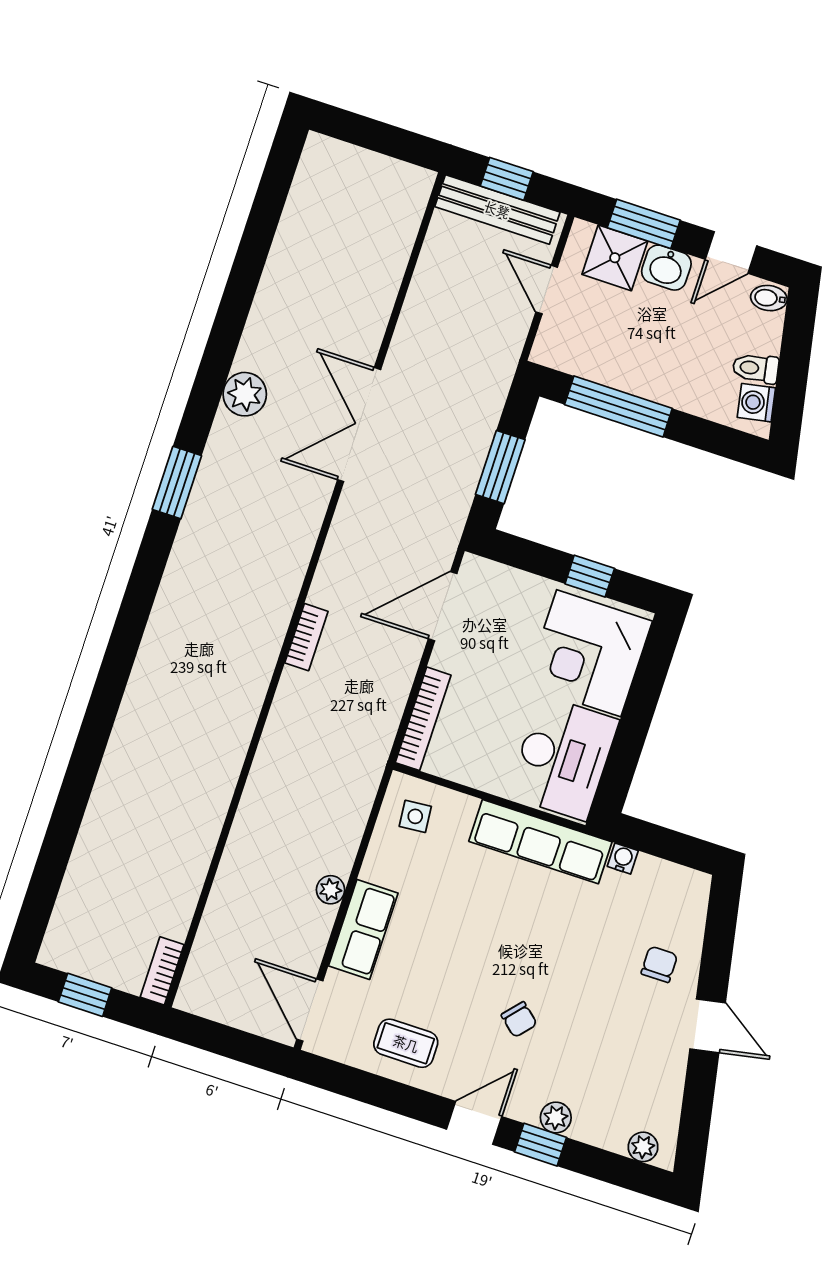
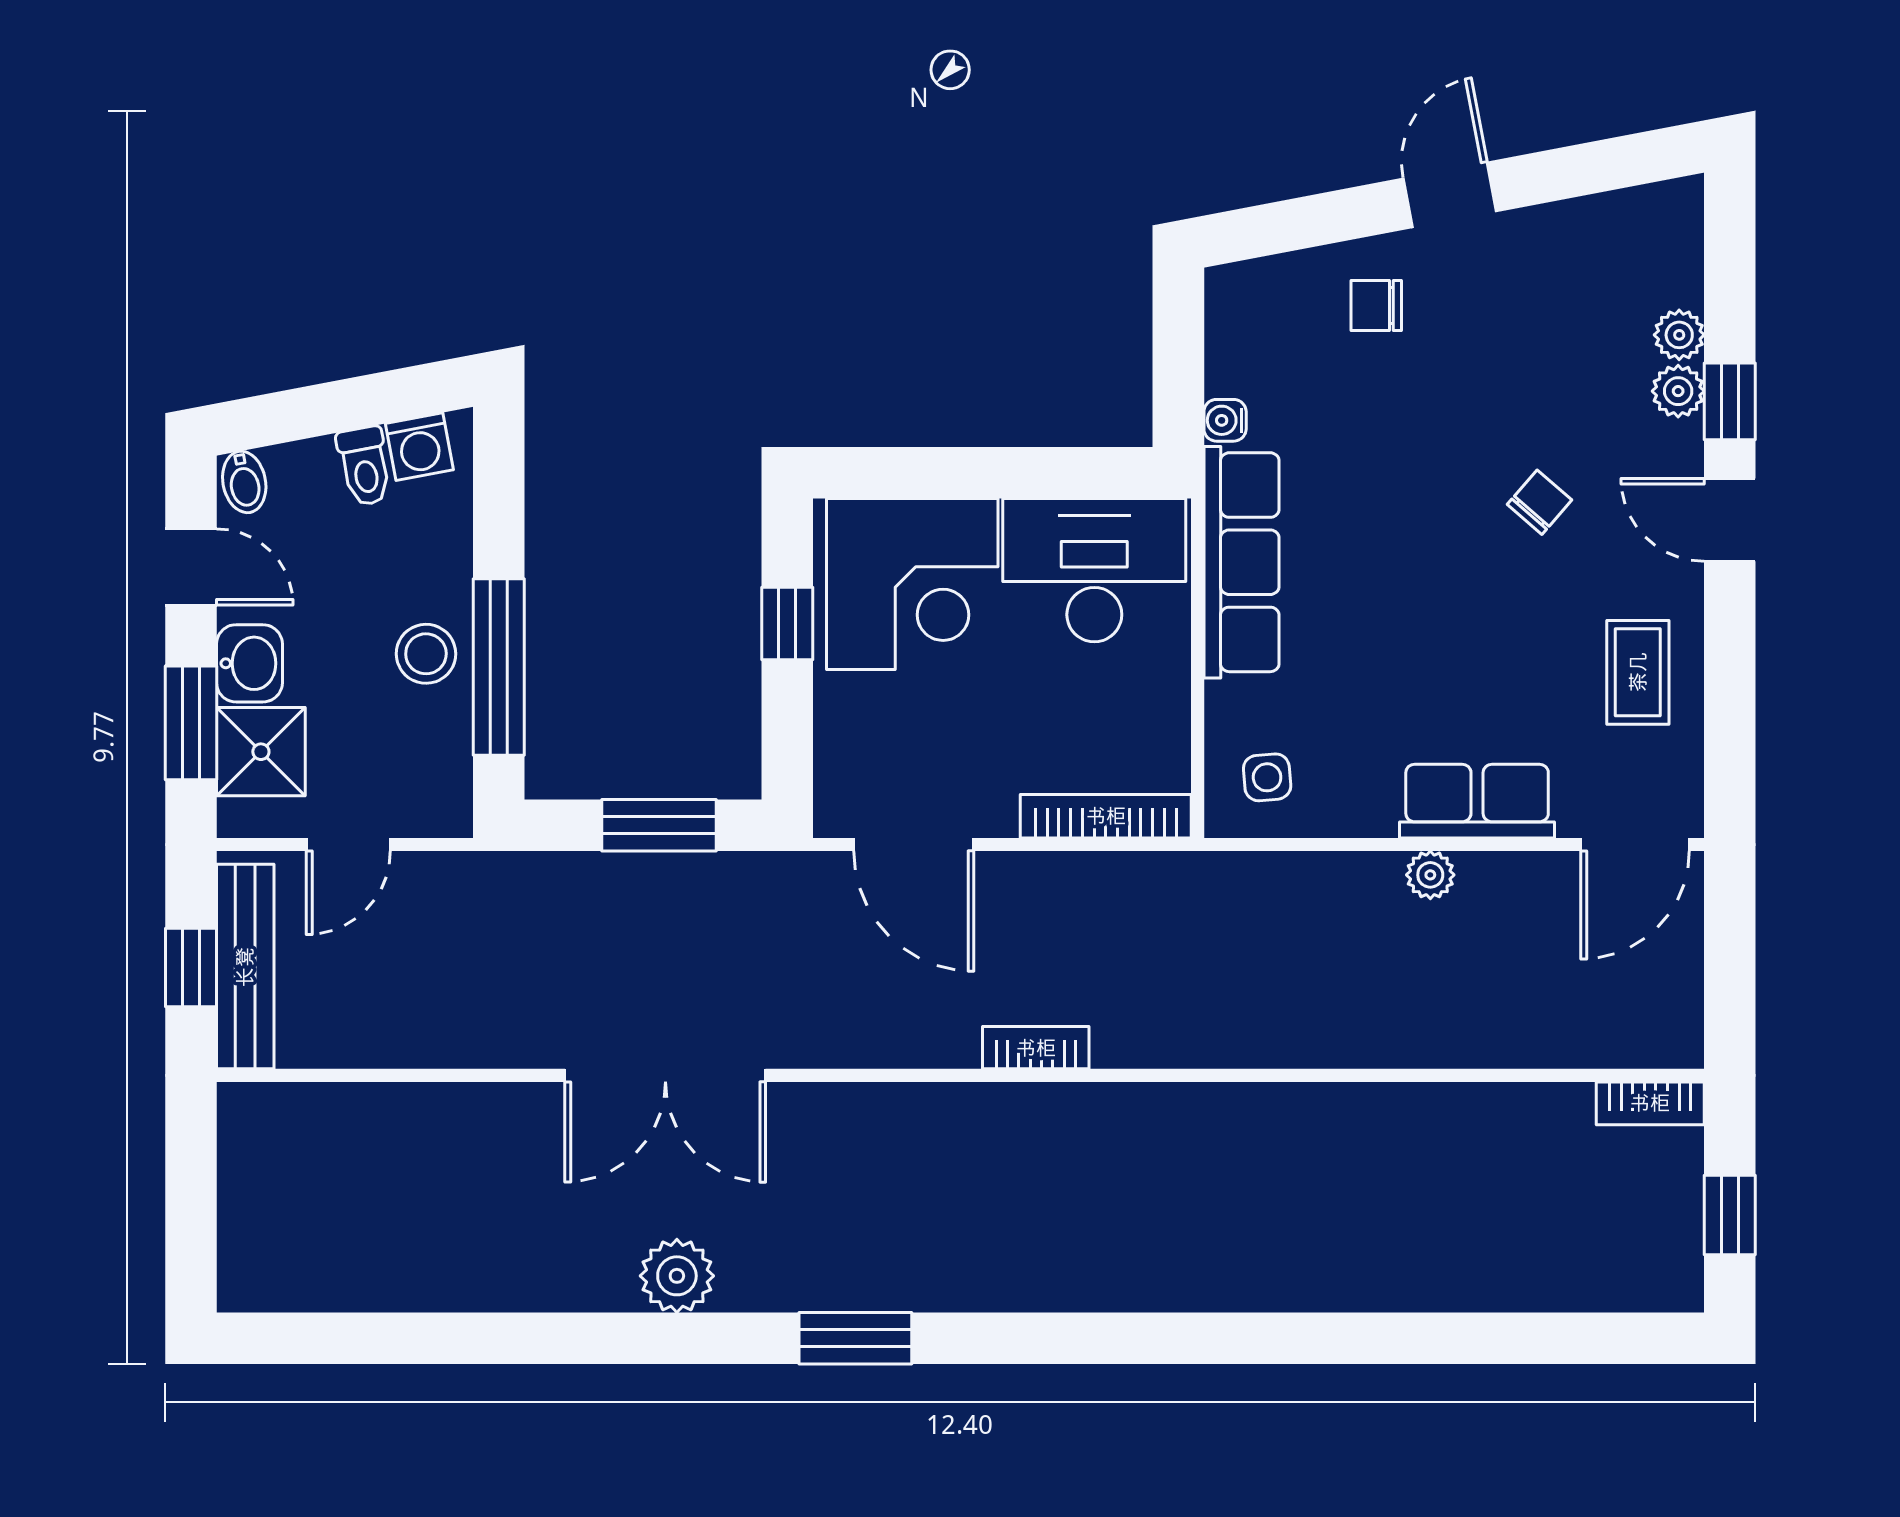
stool: (639, 368) -> (426, 654), added
plant: (643, 1147) -> (1679, 335), moved

